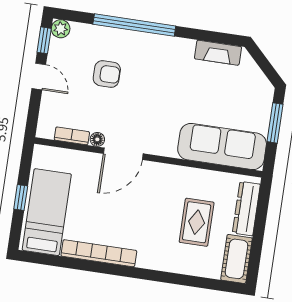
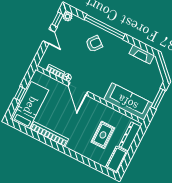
armchair: (107, 74) -> (94, 44), moved, turned -52
door: (123, 154) -> (78, 89), hinge flipped

